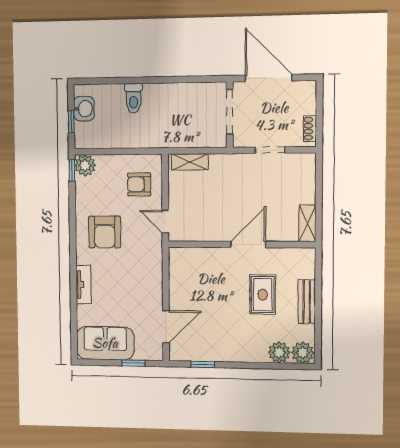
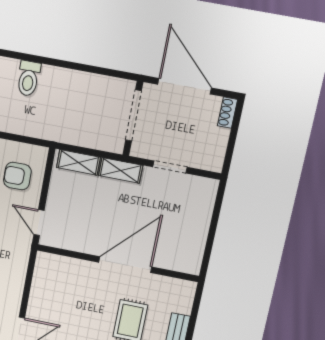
shoe rack: (310, 129) -> (227, 113), moved
shelving: (307, 223) -> (121, 170), moved, turned 90
door: (248, 244) -> (125, 265), width x1.36

